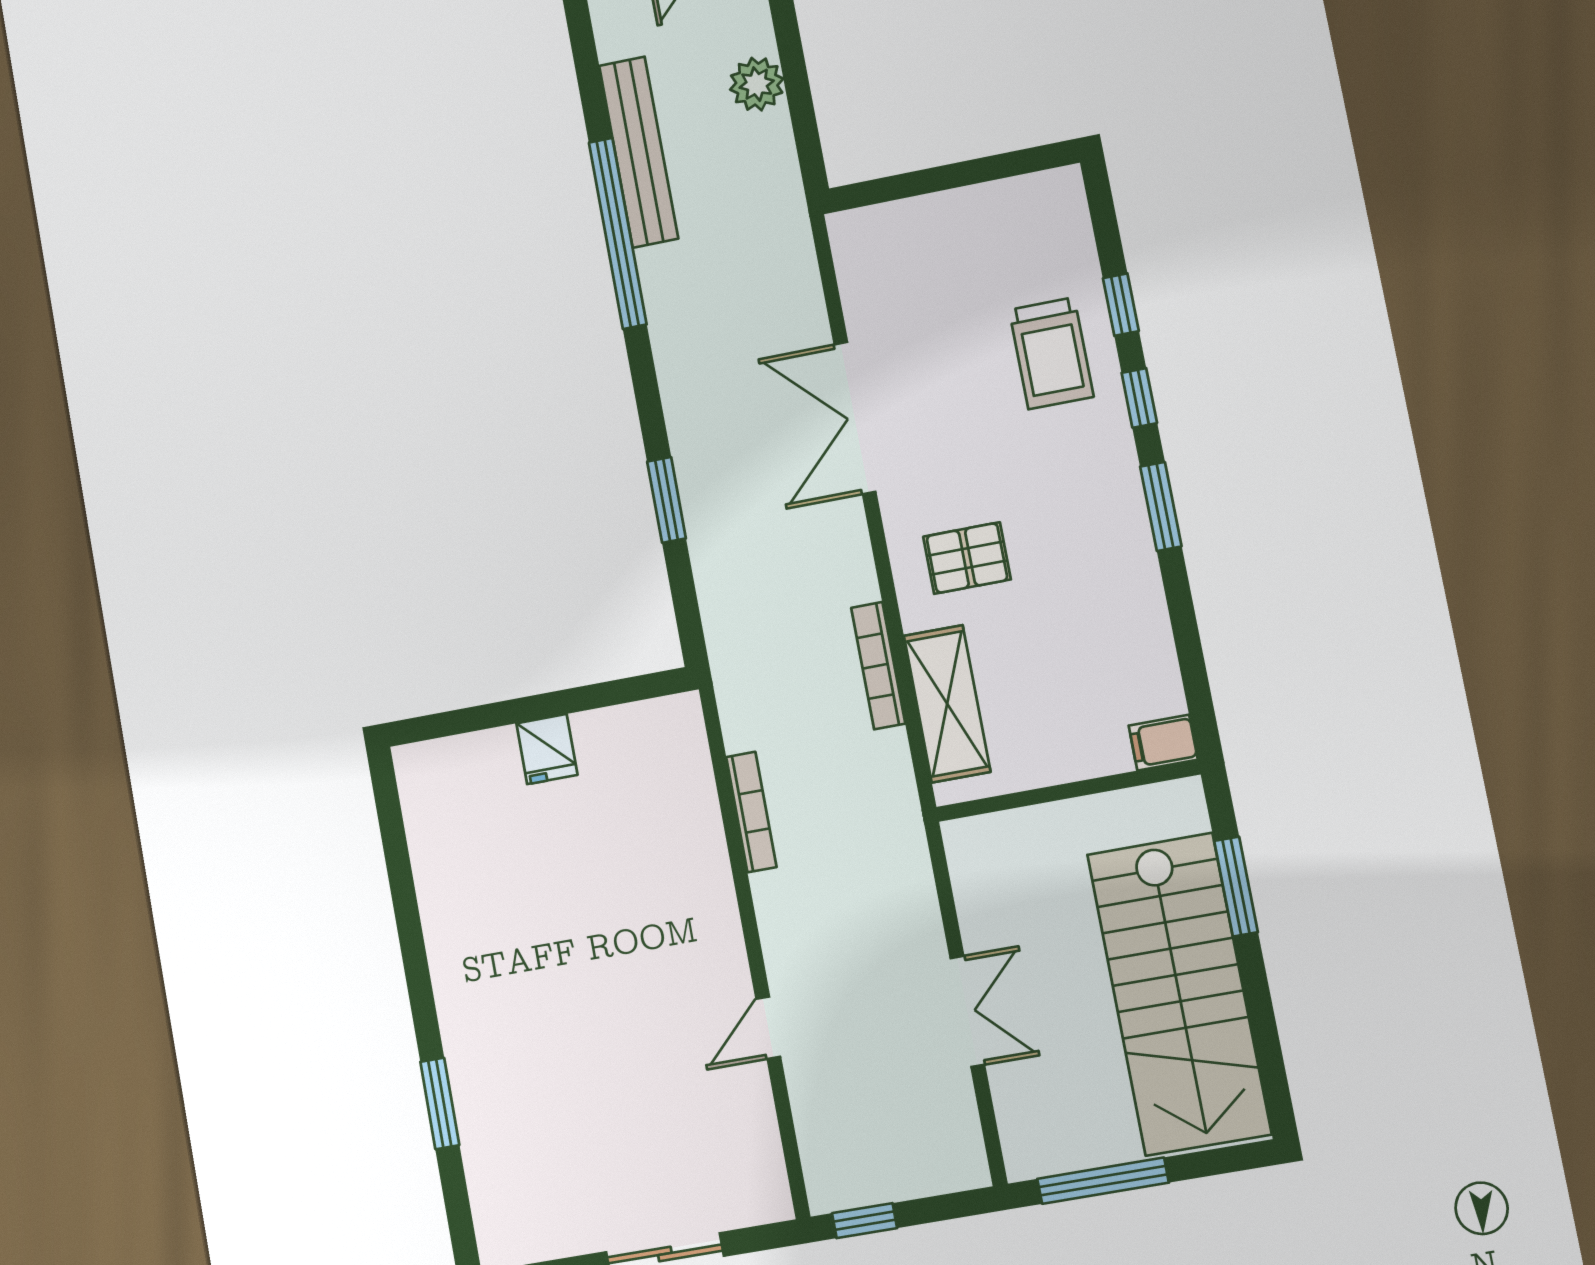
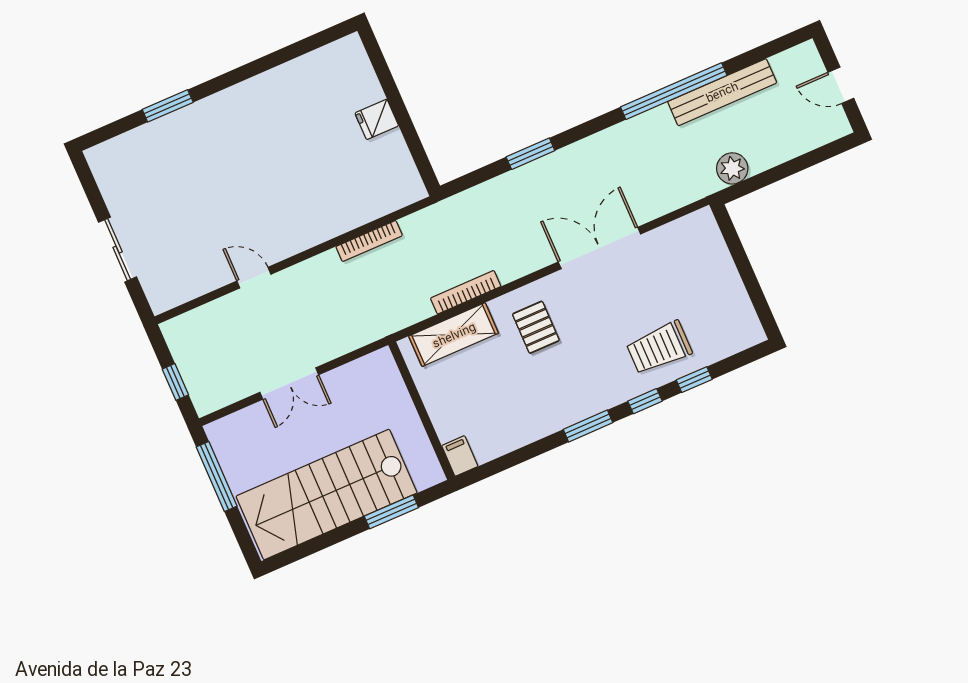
plant: (757, 84) -> (732, 168), moved
window: (864, 1221) -> (175, 382), moved

